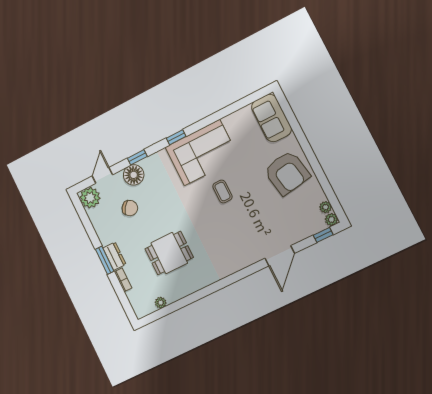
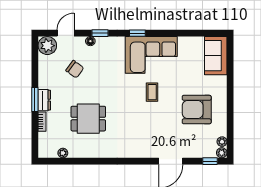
armchair: (287, 173) -> (197, 110), moved, turned 100
floor lamp: (134, 175) -> (90, 41), width x0.53, depth x0.53

